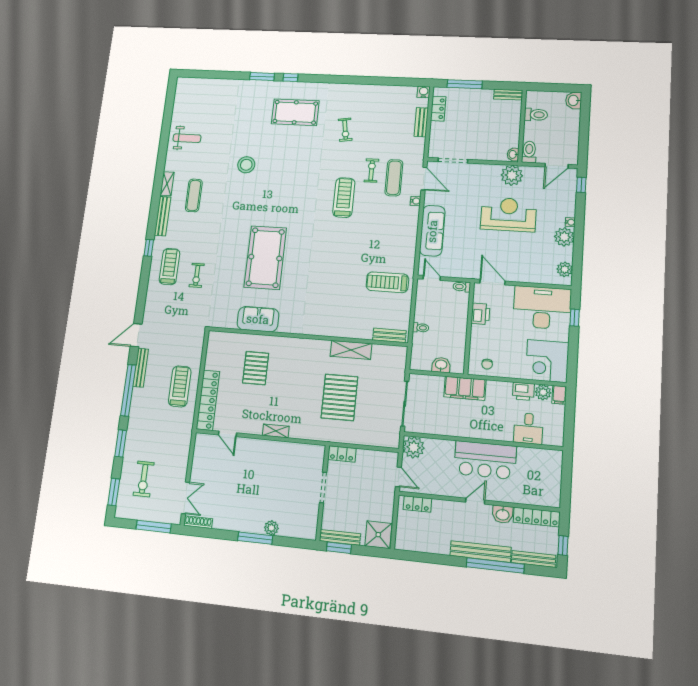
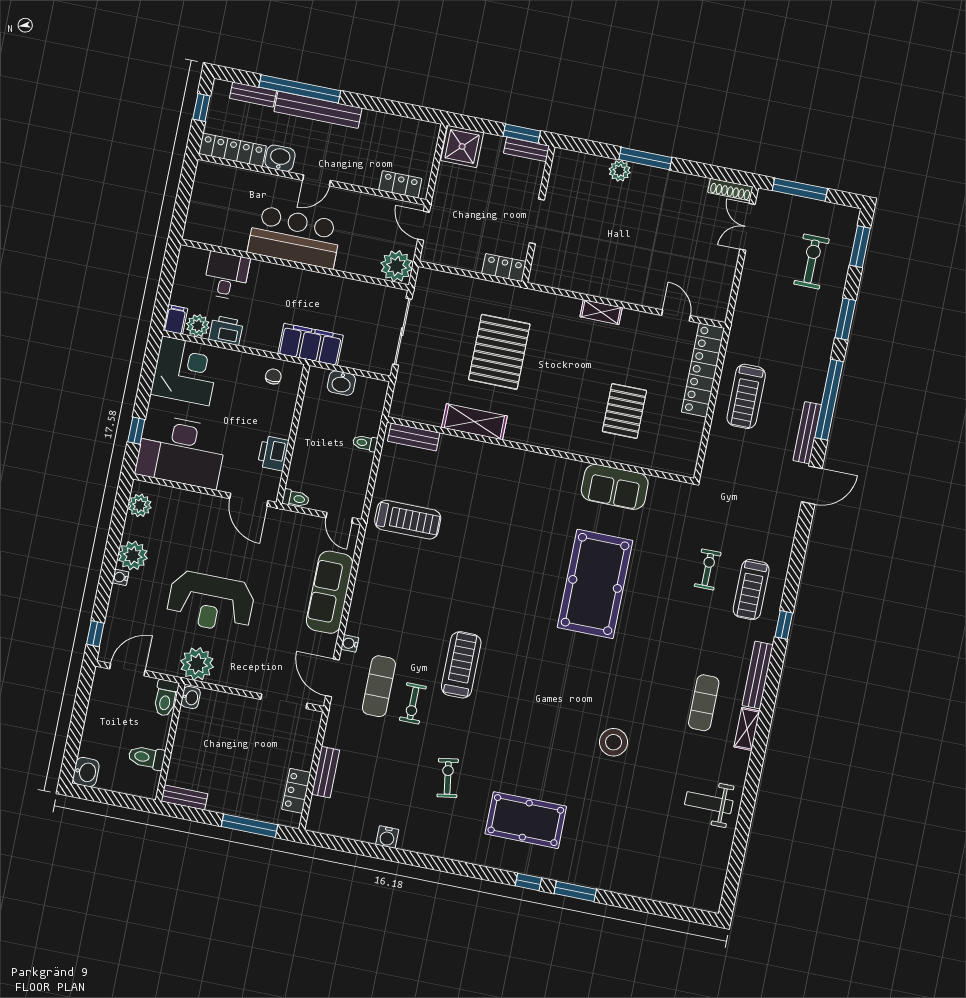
water cooler: (424, 92) -> (387, 837), moved
treadmill: (344, 198) -> (461, 665), turned 180
bench: (340, 537) -> (527, 149), width x0.73
bench: (534, 559) -> (253, 95), width x0.73

